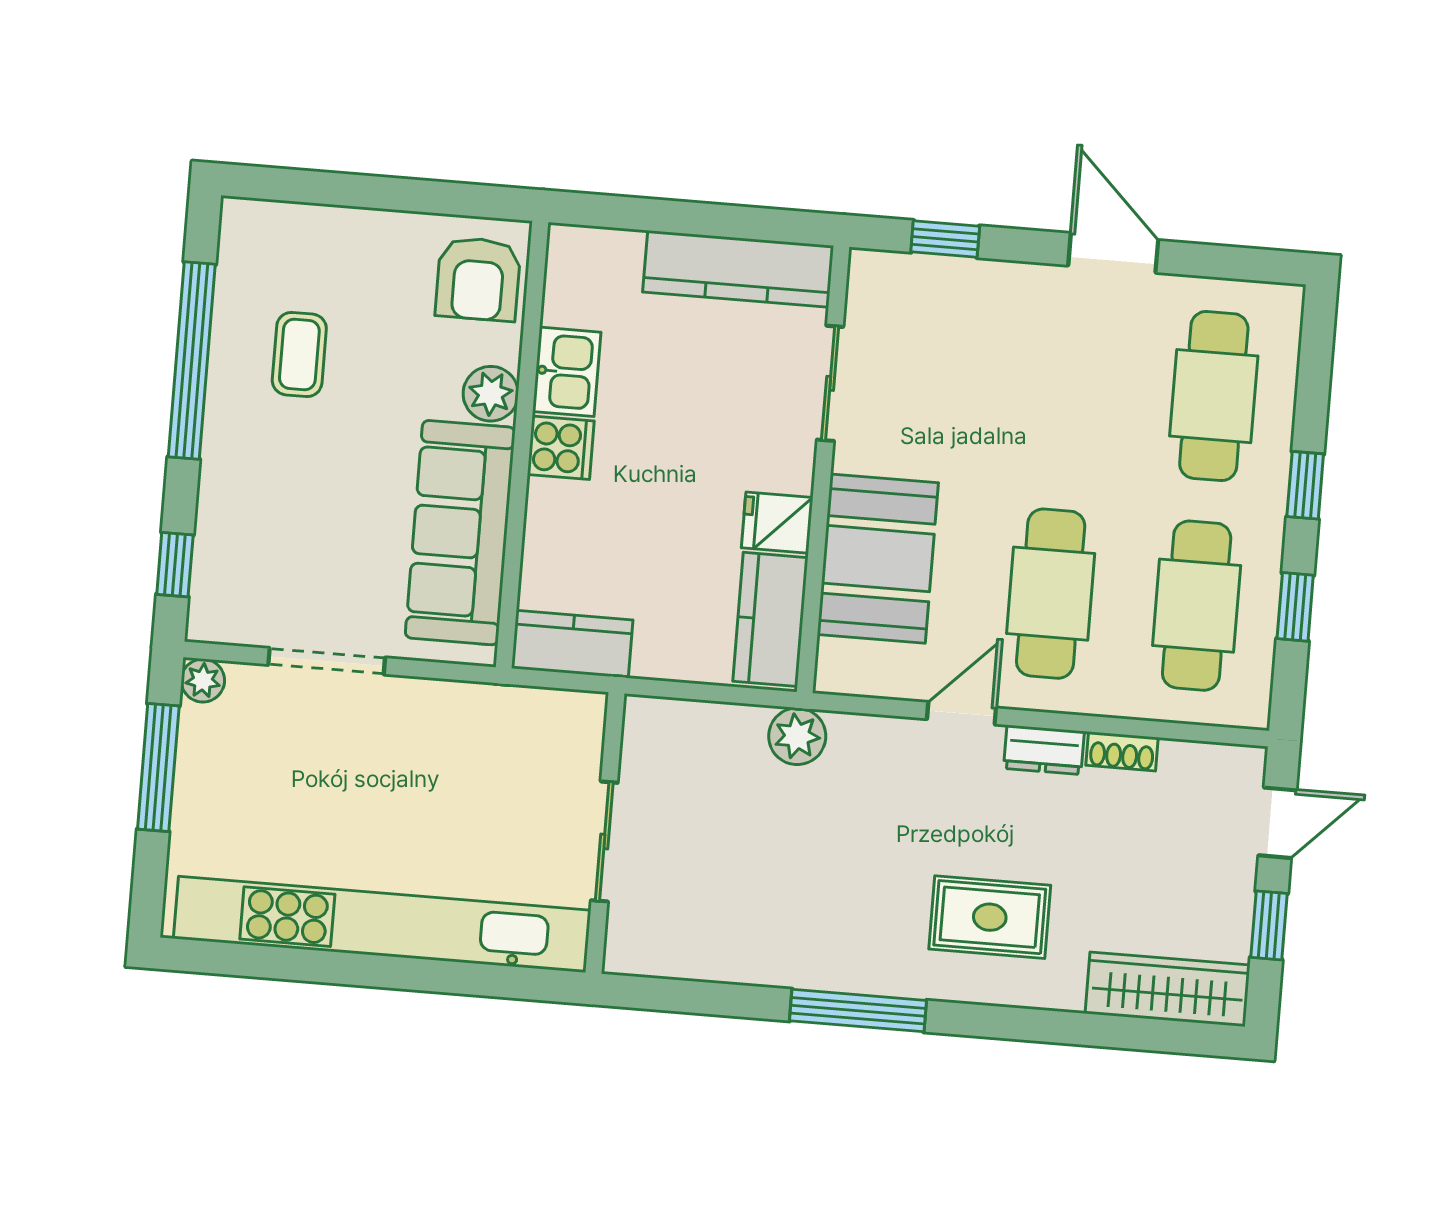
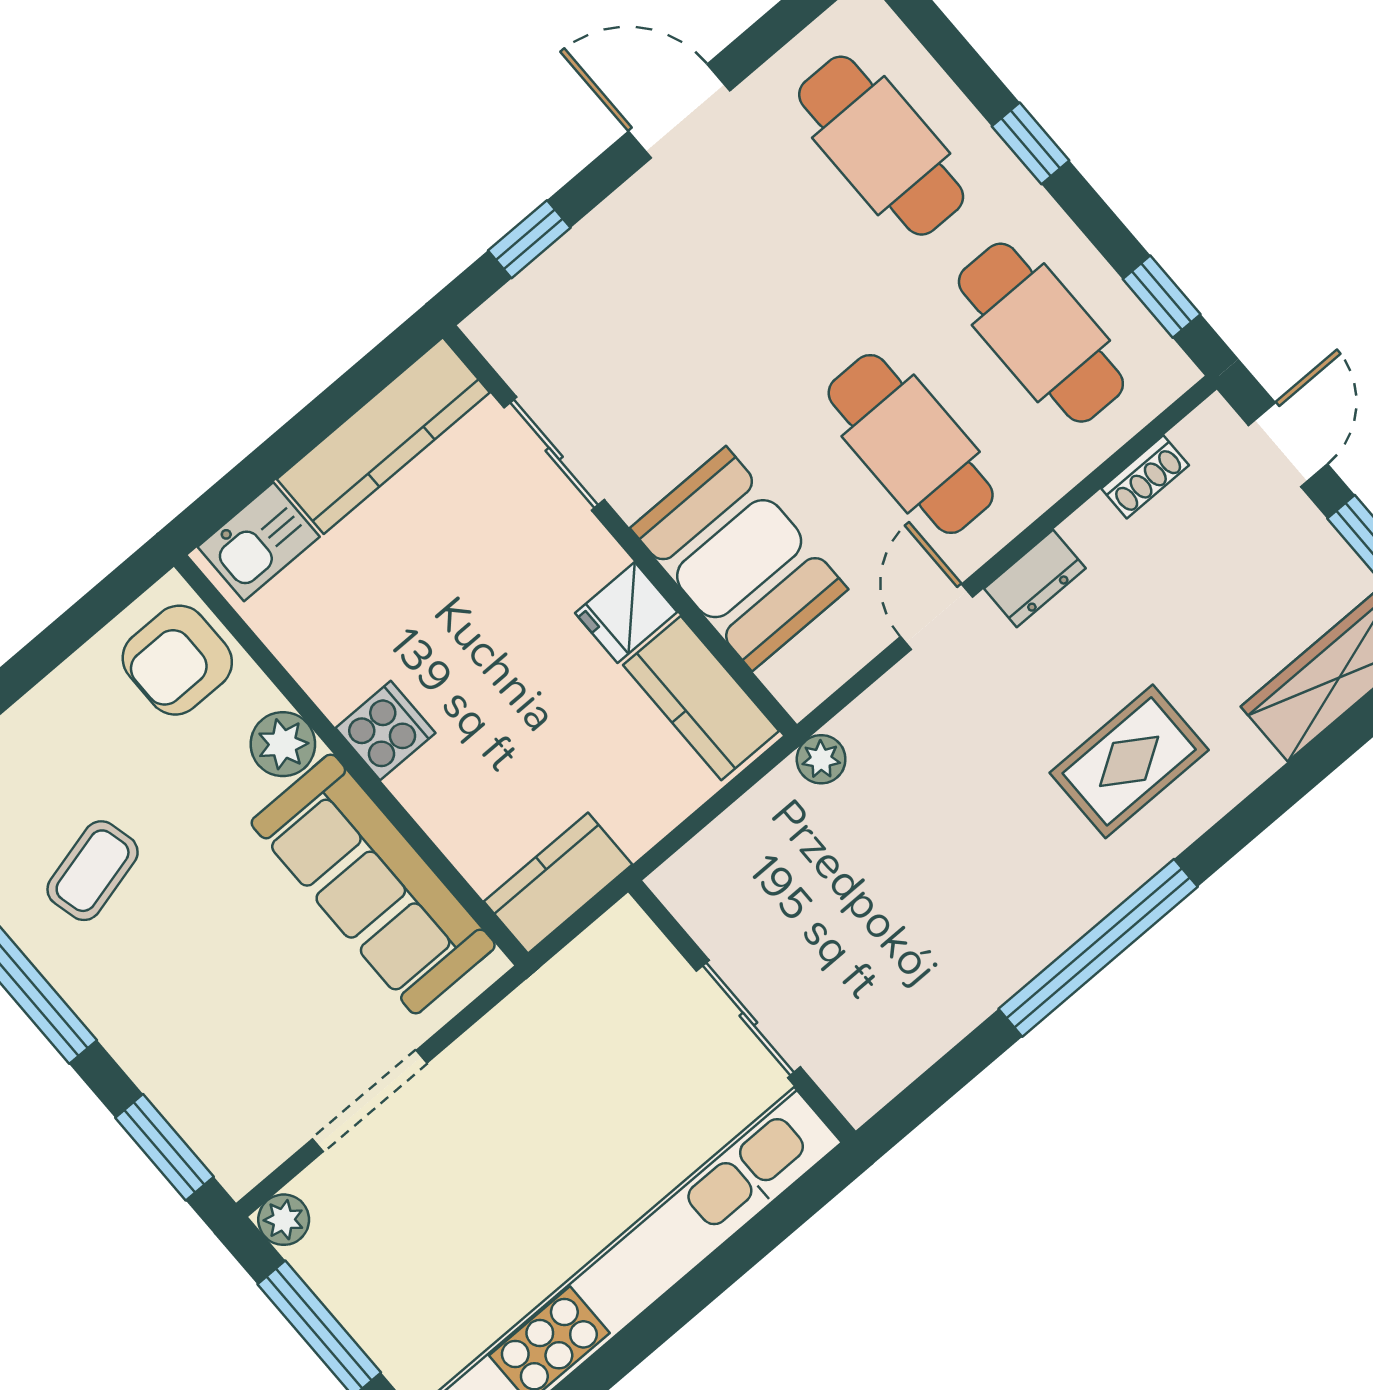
armchair: (478, 279) -> (177, 660), turned 90
coffee table: (299, 354) -> (93, 871), turned 76
kitchen sink: (567, 372) -> (259, 542), moved, turned 90
window: (175, 565) -> (164, 1147), width x1.50
window: (1295, 607) -> (1162, 297), moved
plant: (797, 736) -> (821, 759), width x0.73, depth x0.73
shoe rack: (1122, 751) -> (1145, 477), moved
window: (858, 1011) -> (1098, 948), width x1.46

